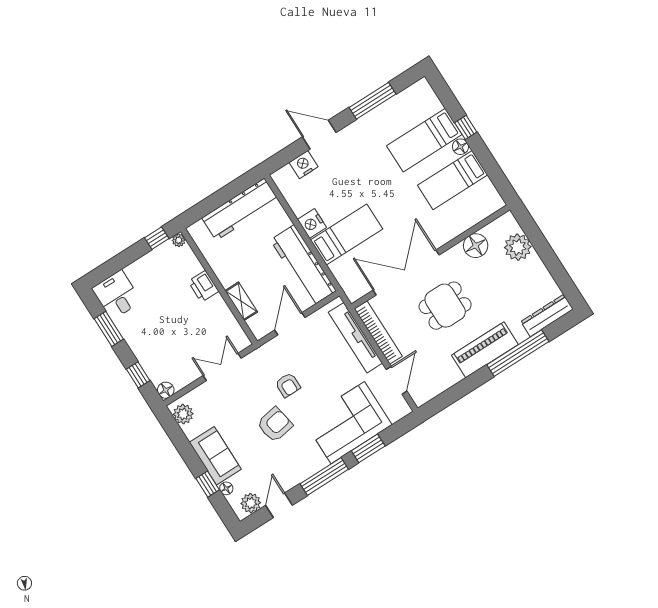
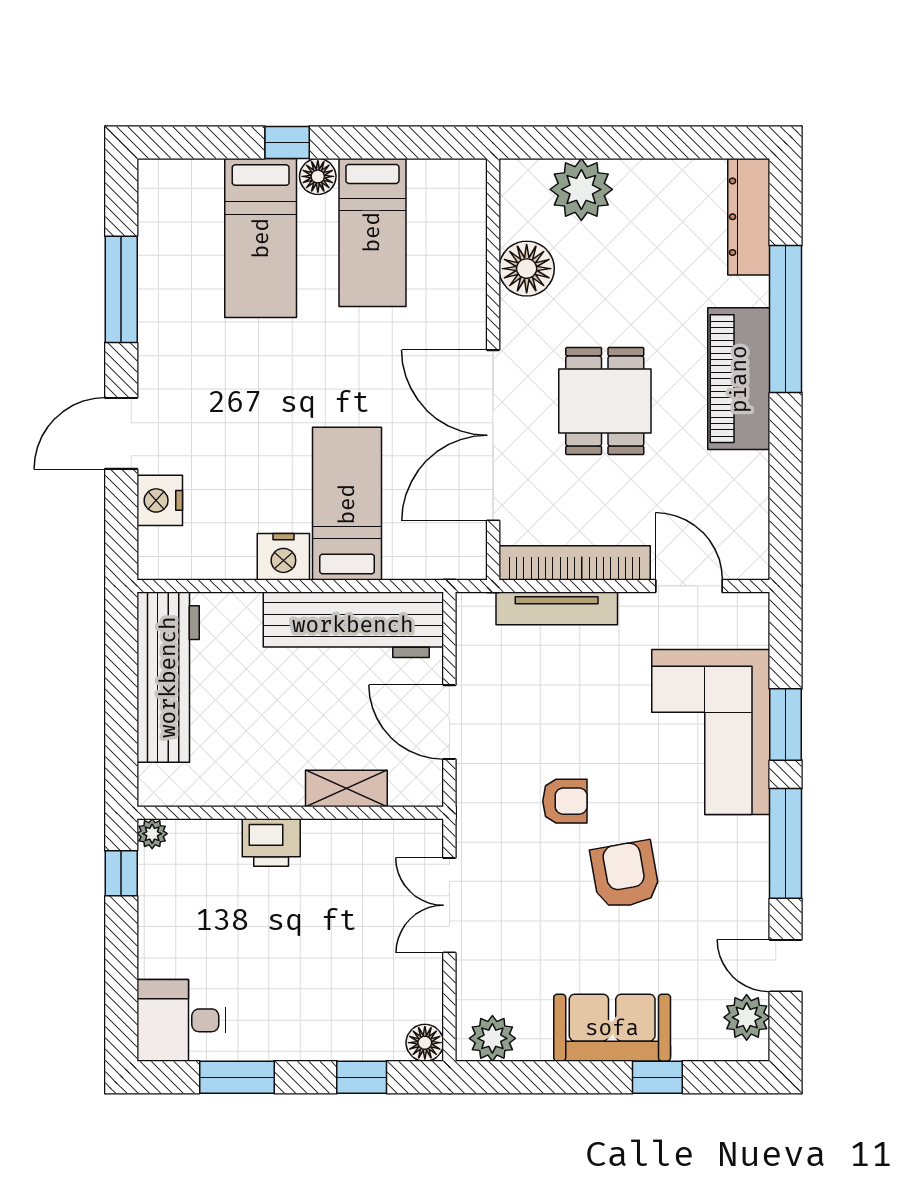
tv unit: (355, 338) -> (557, 608), width x0.73, depth x0.78
floor lamp: (226, 488) -> (688, 1047), removed

